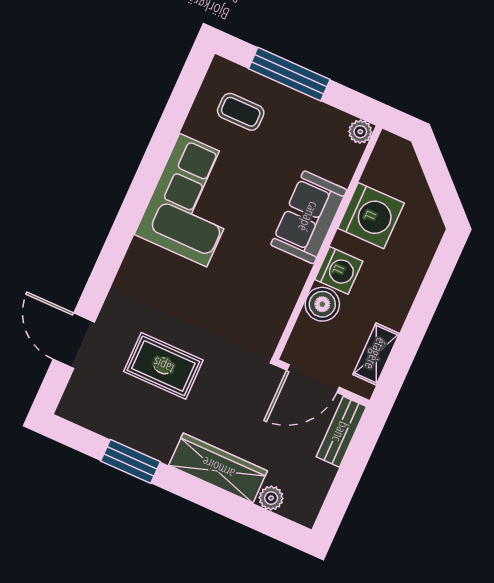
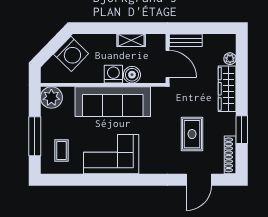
plant: (360, 132) -> (51, 97), width x1.88, depth x1.88
washing machine: (371, 216) -> (71, 54), moved, turned 134
sofa: (309, 217) -> (113, 102), width x1.85, depth x1.27
shelving: (376, 354) -> (131, 40), moved
shoe rack: (94, 419) -> (230, 155), added

